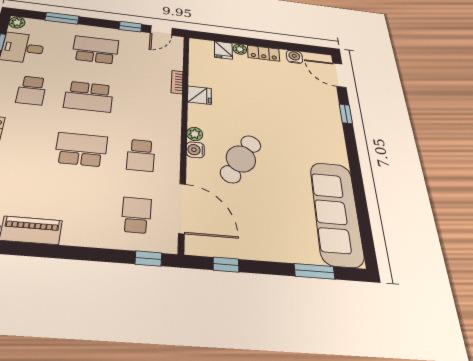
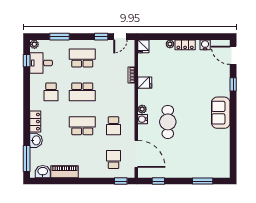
fridge: (223, 50) -> (143, 46), moved
cafe table: (241, 159) -> (168, 122), turned -31
sofa: (336, 213) -> (221, 113), moved, width x0.54, depth x0.79

